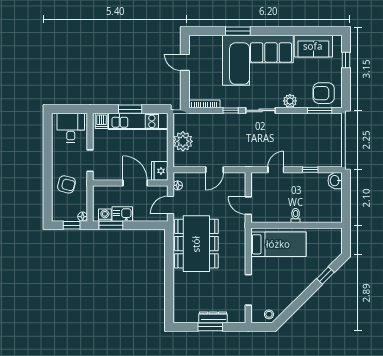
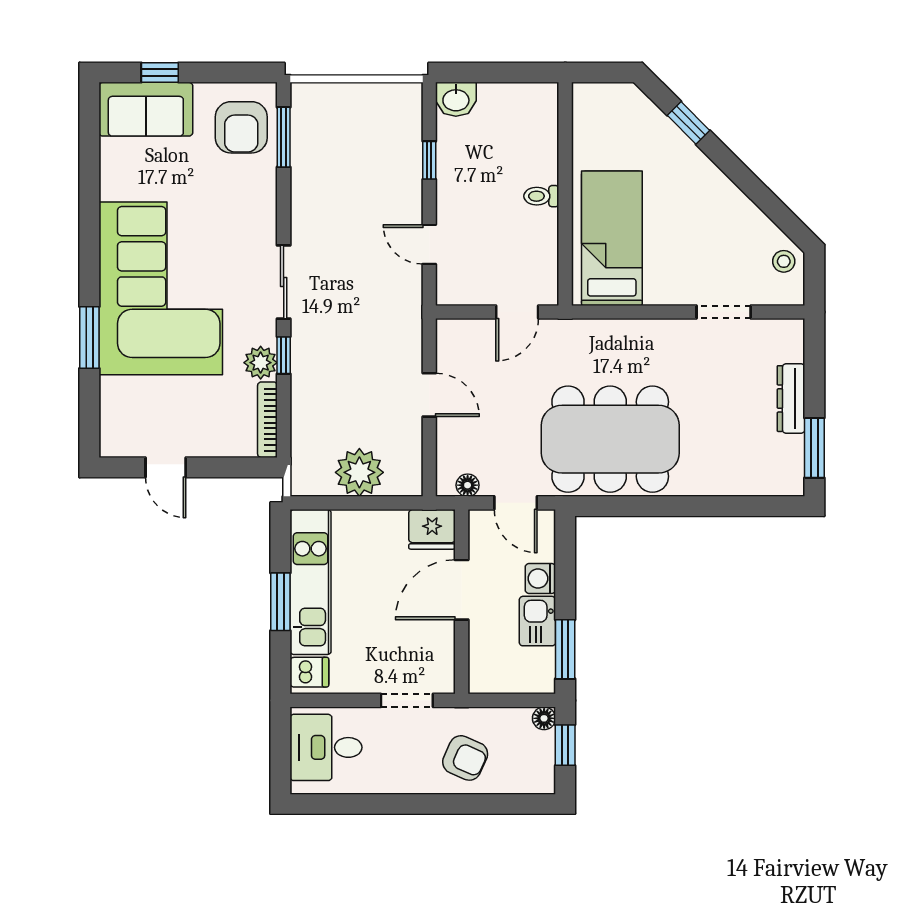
sofa: (313, 46) -> (146, 109), moved, turned 90
door: (185, 62) -> (166, 467), hinge flipped
plant: (290, 101) -> (261, 363), moved
armchair: (66, 184) -> (465, 758), turned 100
washing machine: (105, 215) -> (540, 578), moved
doorway: (248, 290) -> (724, 312), width x0.73
window: (210, 327) -> (814, 448), moved

